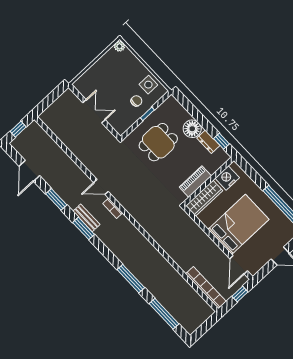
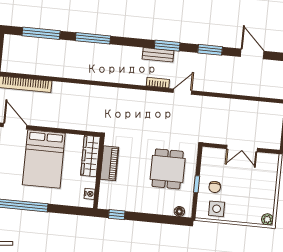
floor lamp: (192, 129) -> (179, 211), moved, width x0.53, depth x0.53
dresser: (208, 142) -> (127, 205), removed
nightstand: (227, 178) -> (90, 194), width x0.53, depth x0.56
bench: (86, 218) -> (158, 55), moved

